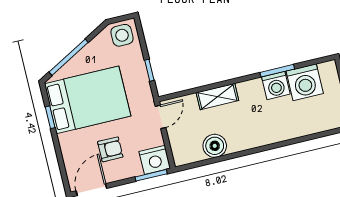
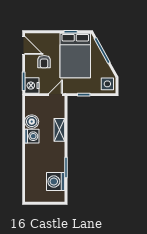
washing machine: (276, 85) -> (32, 136), moved, turned 180
door: (161, 117) -> (56, 95), swing flipped

